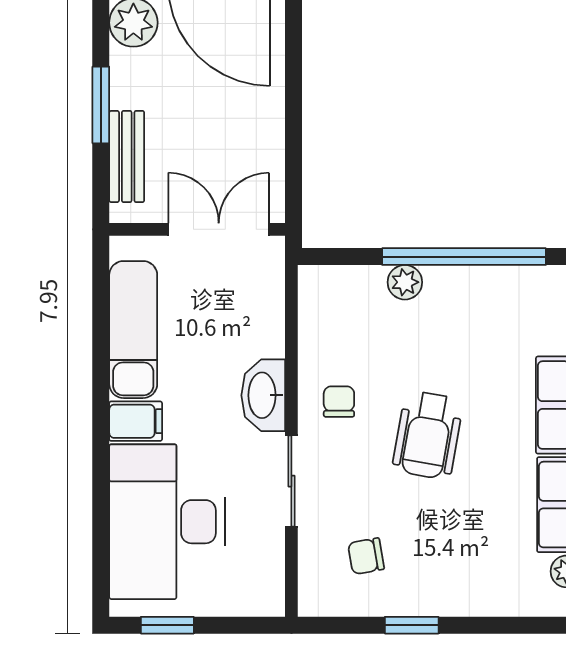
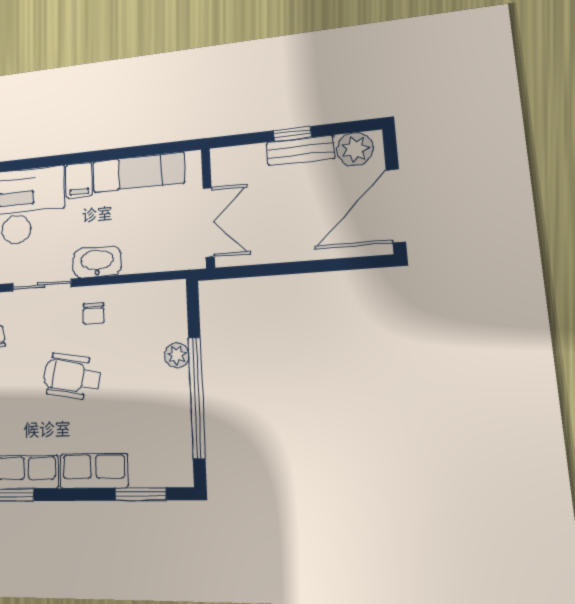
window: (101, 105) -> (292, 134), width x0.67
bench: (127, 157) -> (300, 150), moved
chair: (339, 402) -> (94, 314), turned 90

